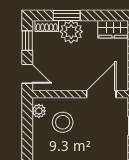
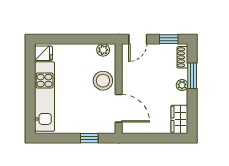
plant: (71, 32) -> (182, 85), width x0.53, depth x0.53
stool: (63, 122) -> (103, 81), moved

